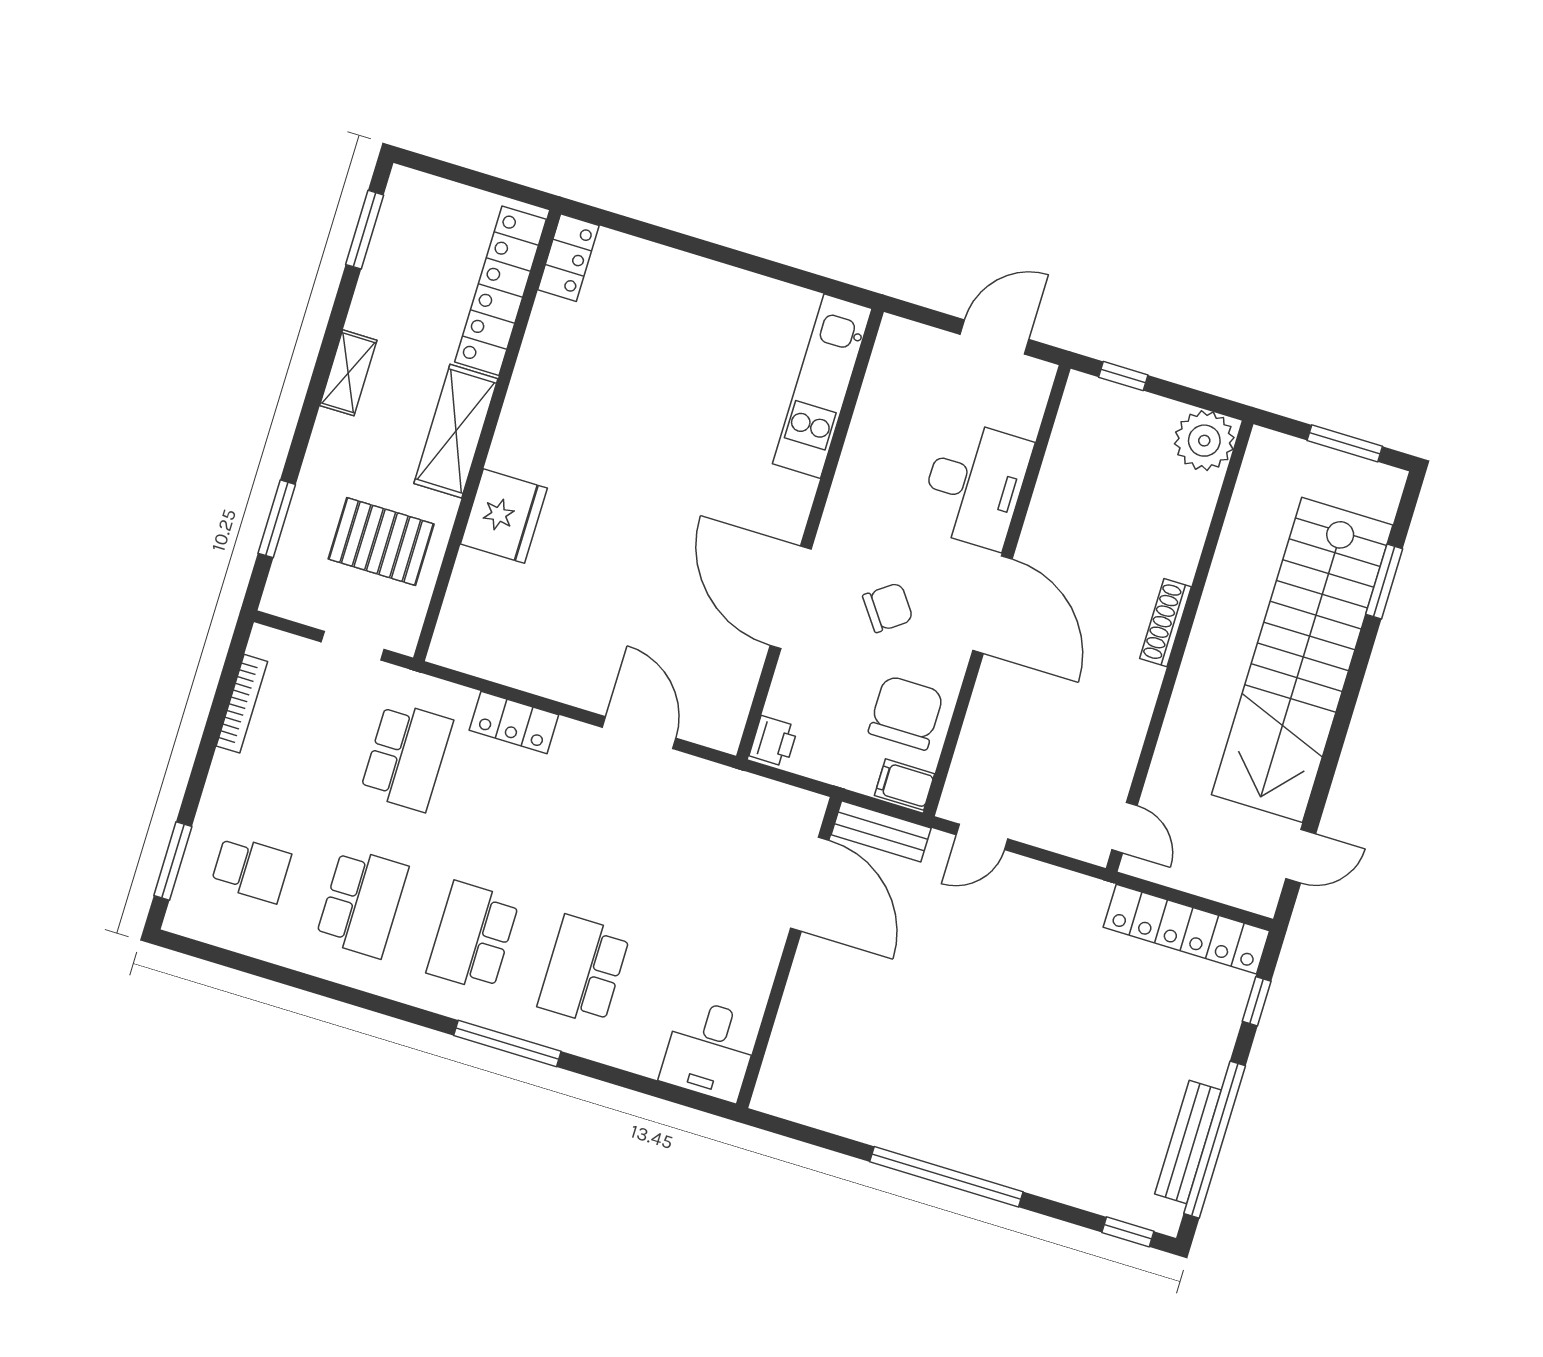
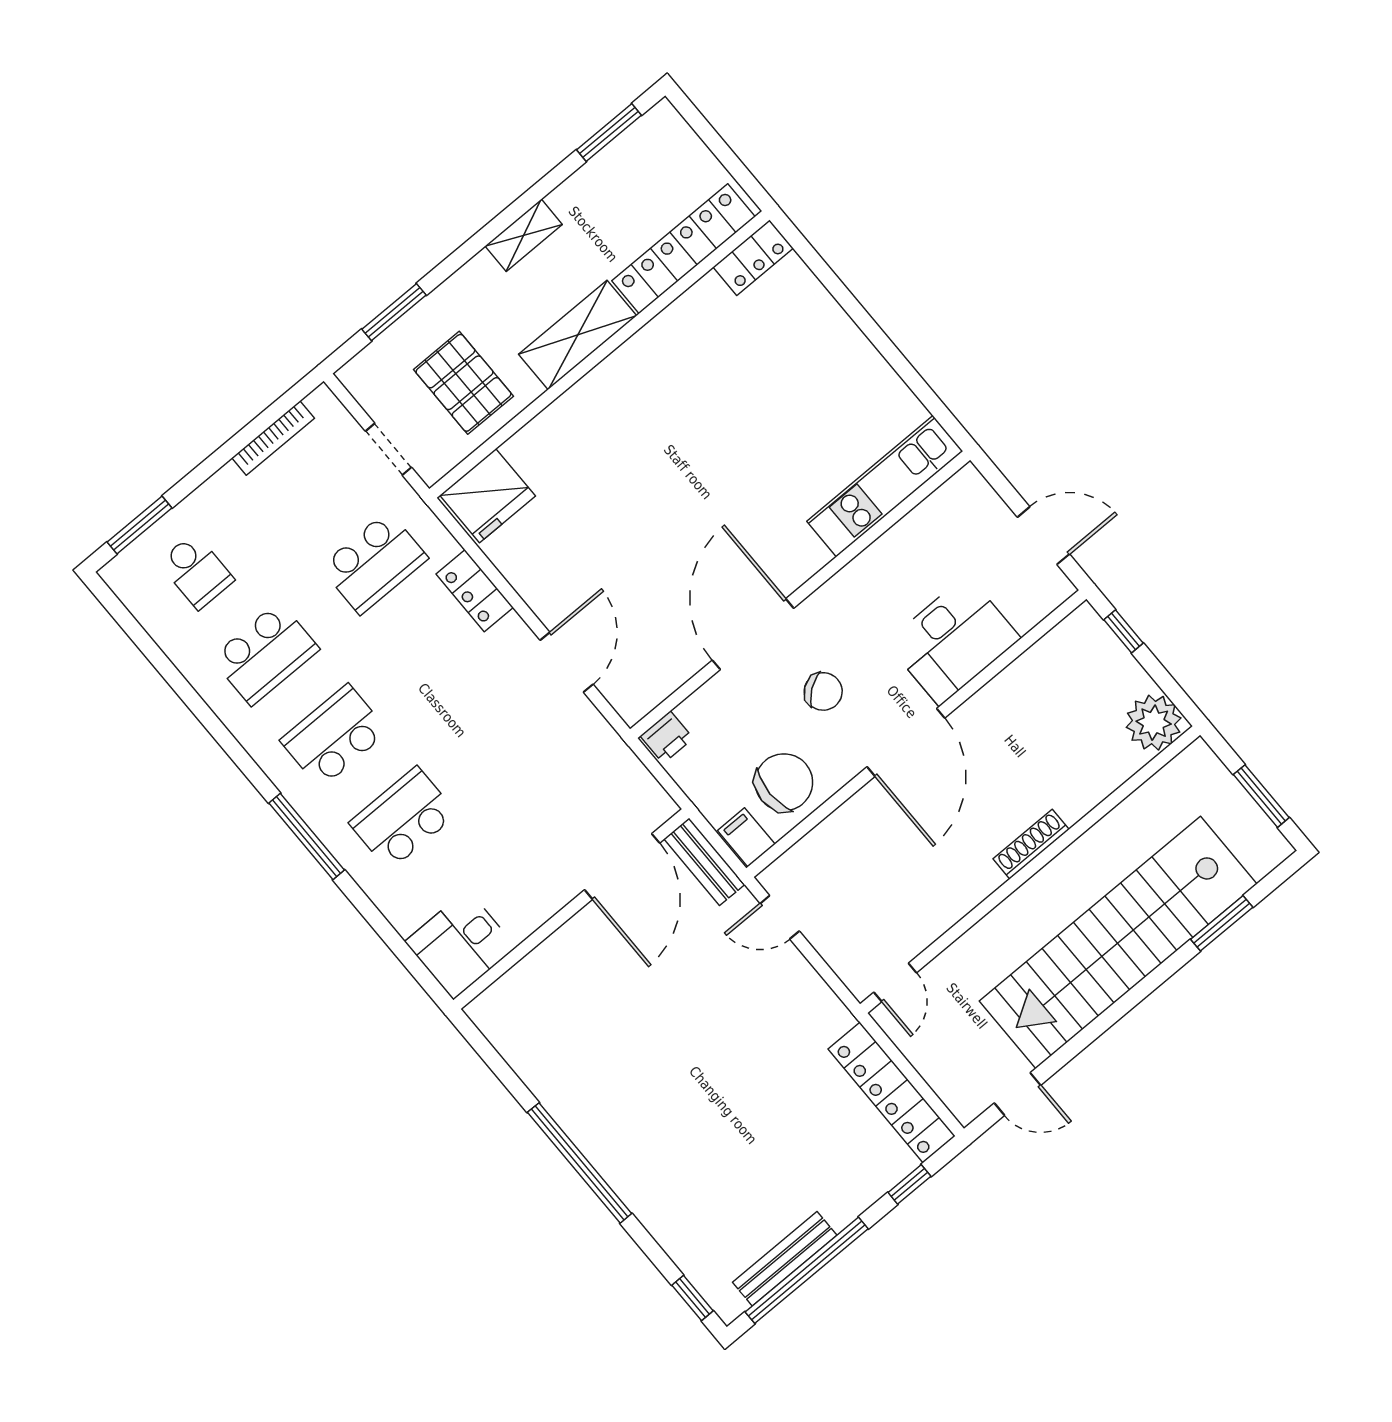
fridge: (504, 516) -> (488, 496), moved

